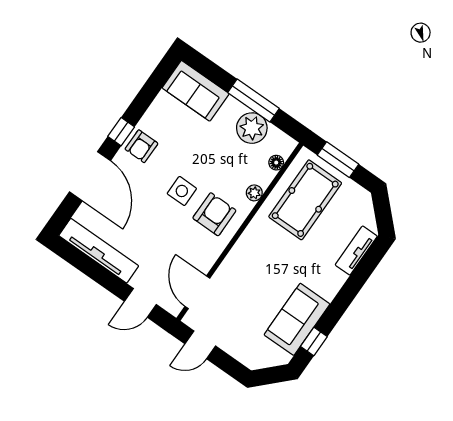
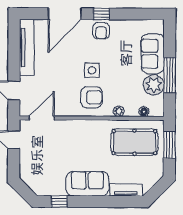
sofa: (196, 91) -> (153, 54), moved
armchair: (141, 146) -> (101, 31), turned -90
sofa: (297, 319) -> (87, 184), moved

